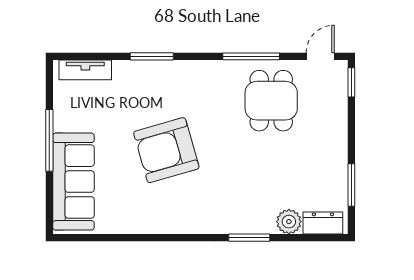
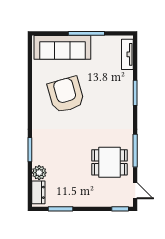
armchair: (166, 150) -> (66, 95), moved

